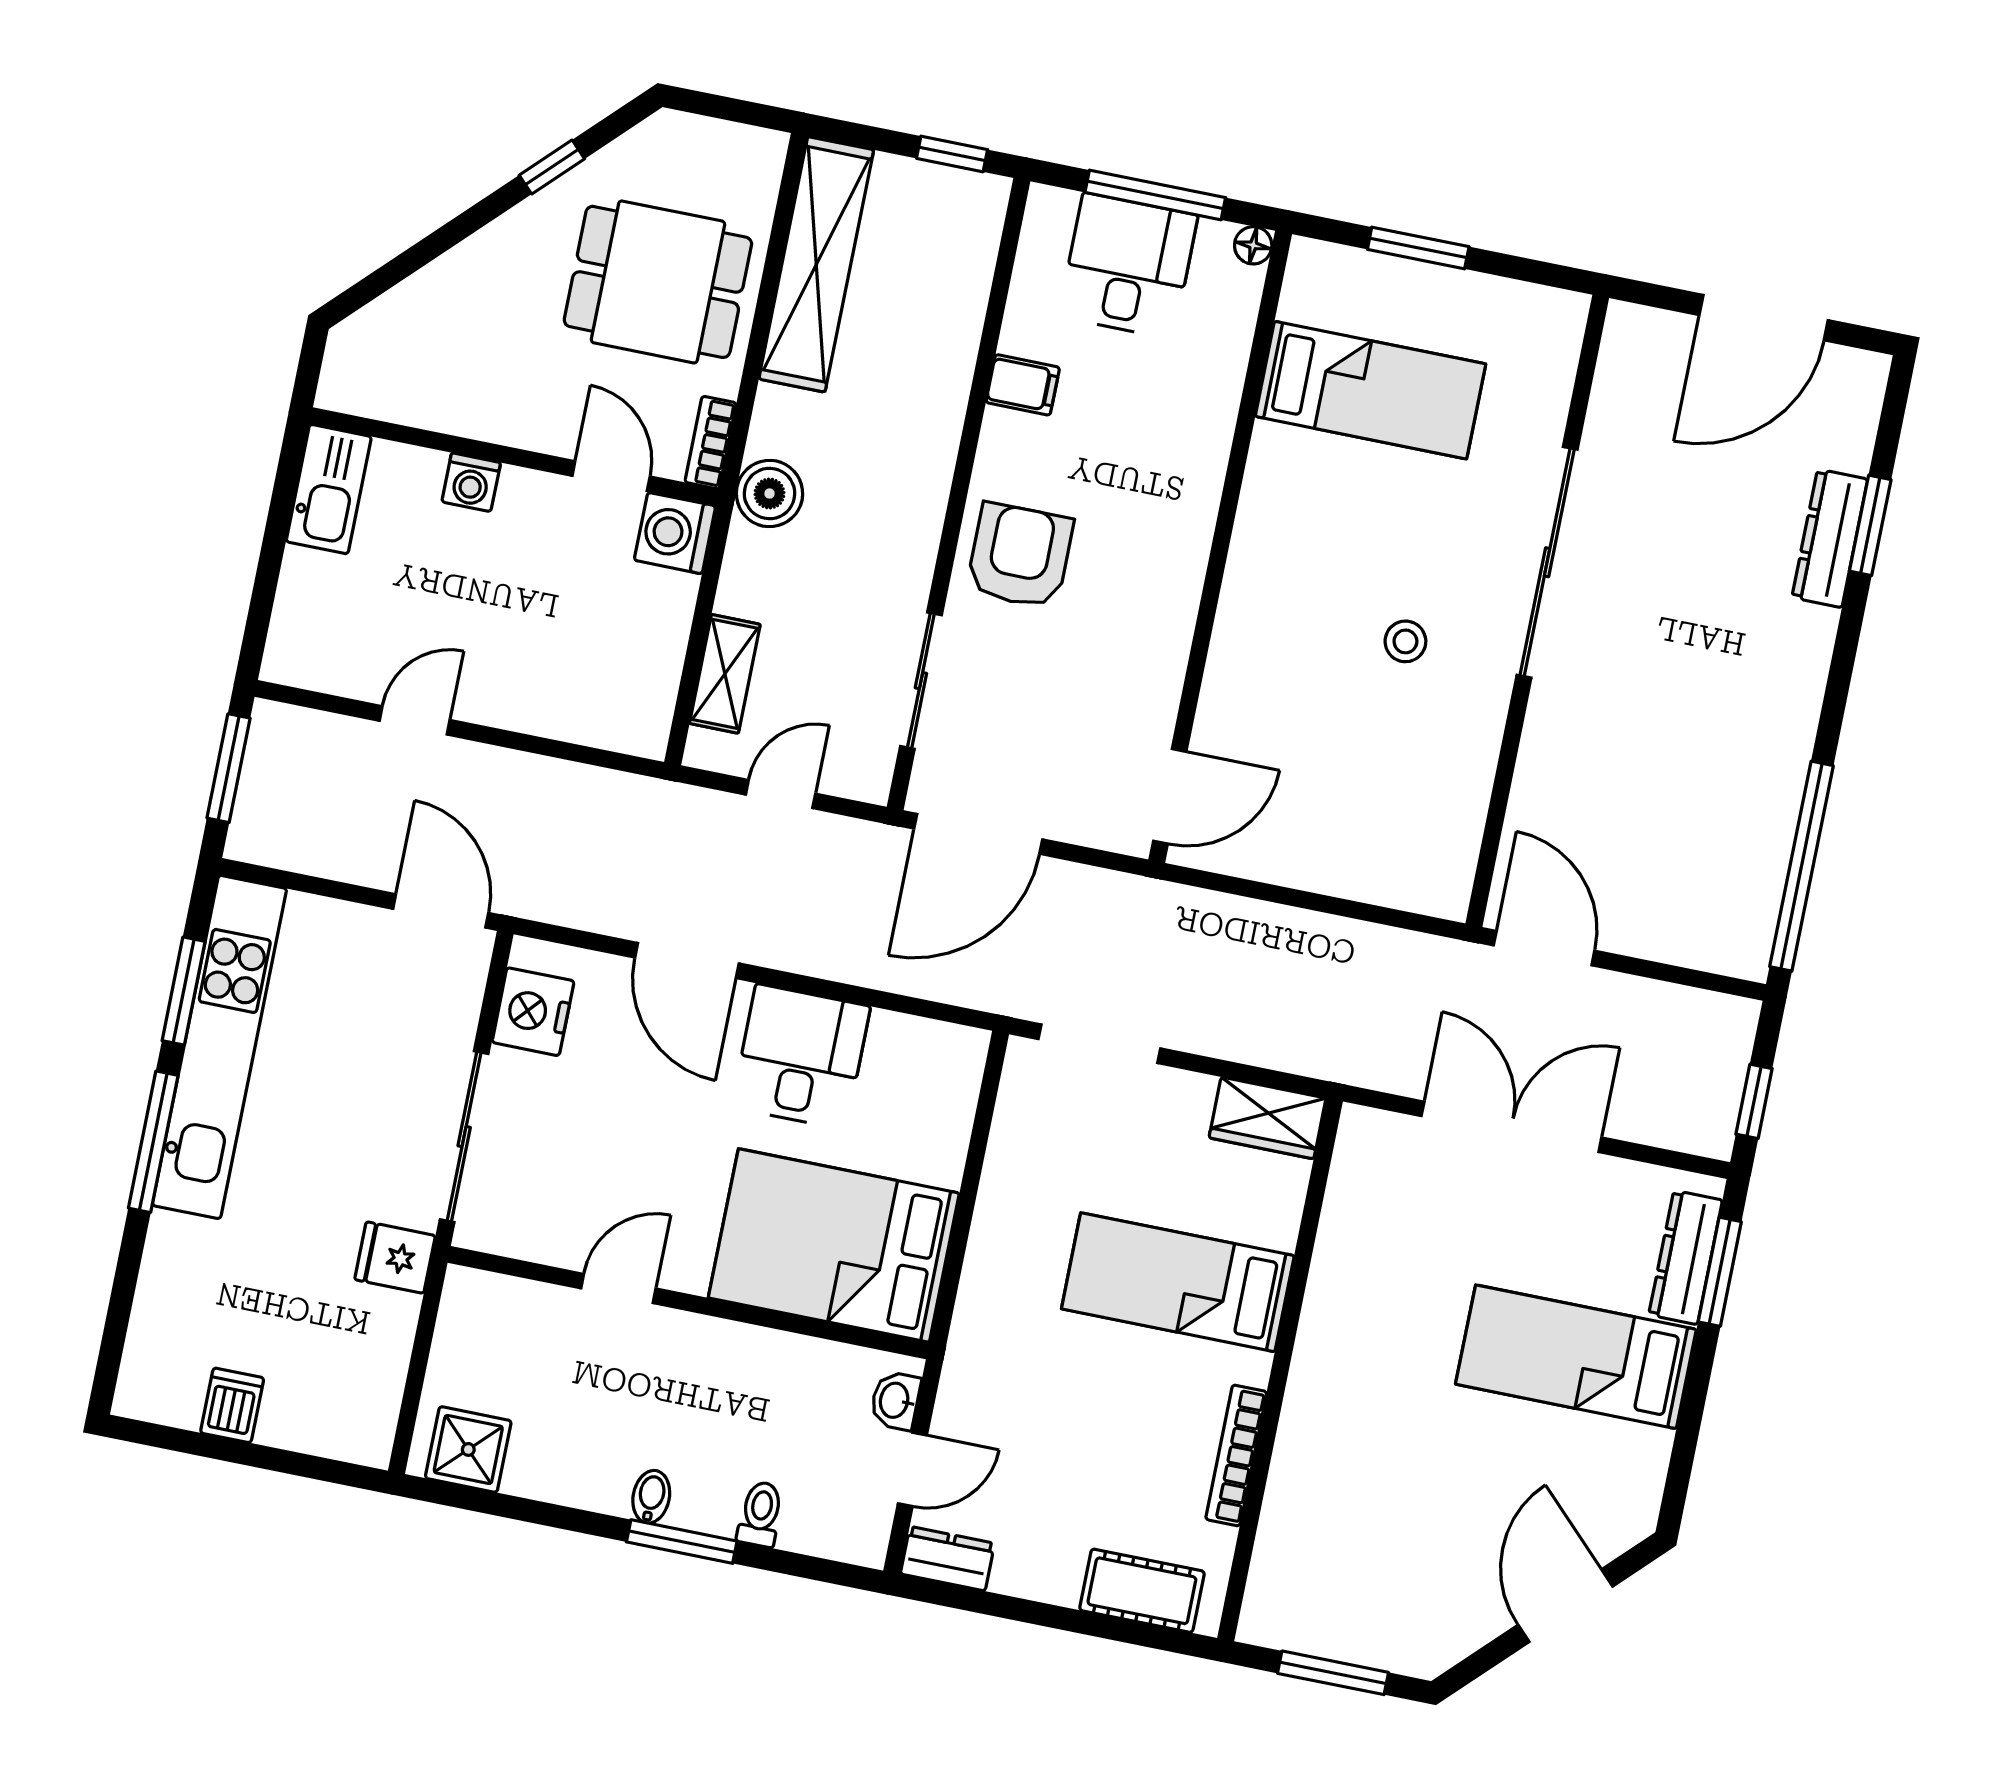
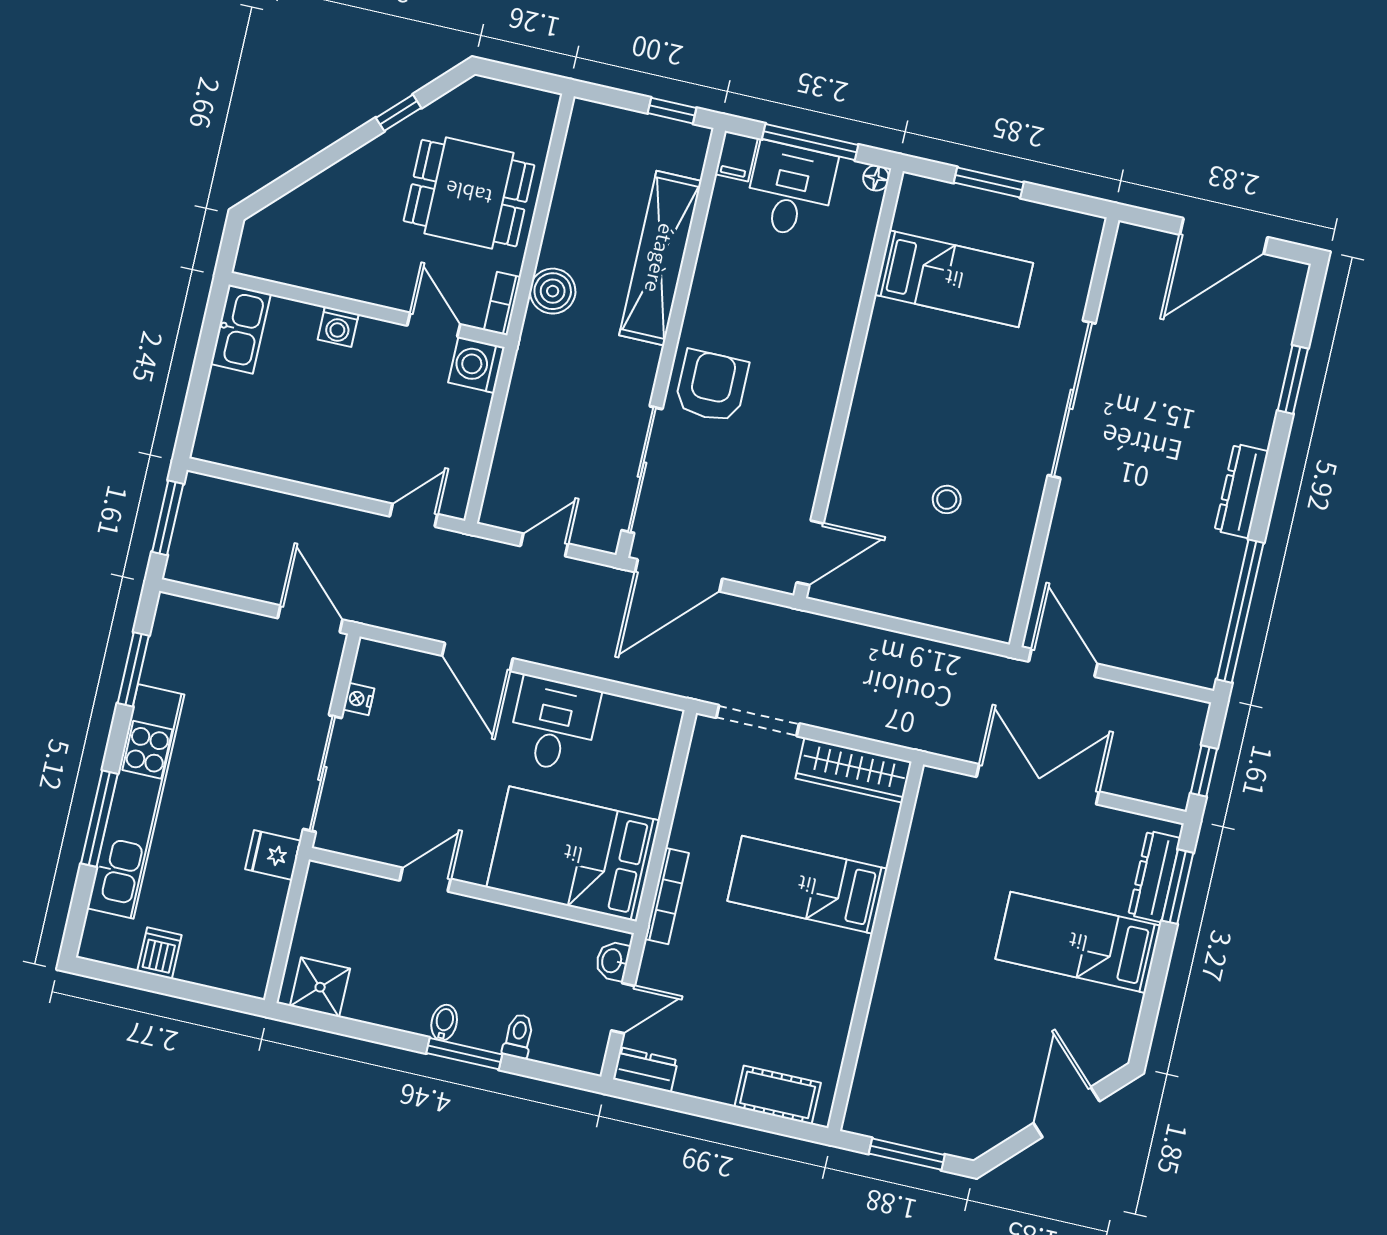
shelving: (816, 264) -> (660, 258), moved
filing cabinet: (1023, 385) -> (736, 156), moved, turned 90
boiler: (770, 494) -> (553, 291), moved
dresser: (1830, 538) -> (1242, 491), moved
stool: (1405, 641) -> (947, 499), moved
shelving: (725, 674) -> (508, 462), removed
sliding door: (921, 681) -> (642, 470), width x1.37
door: (415, 720) -> (414, 515), moved
nightstand: (533, 1012) -> (359, 699), width x0.53, depth x0.56
kitchen unit: (219, 1047) -> (136, 801), moved
wardrobe: (1267, 1118) -> (854, 770), width x1.50
window: (153, 1142) -> (99, 819), moved
bookcase: (1236, 1455) -> (667, 896), moved, turned 180

